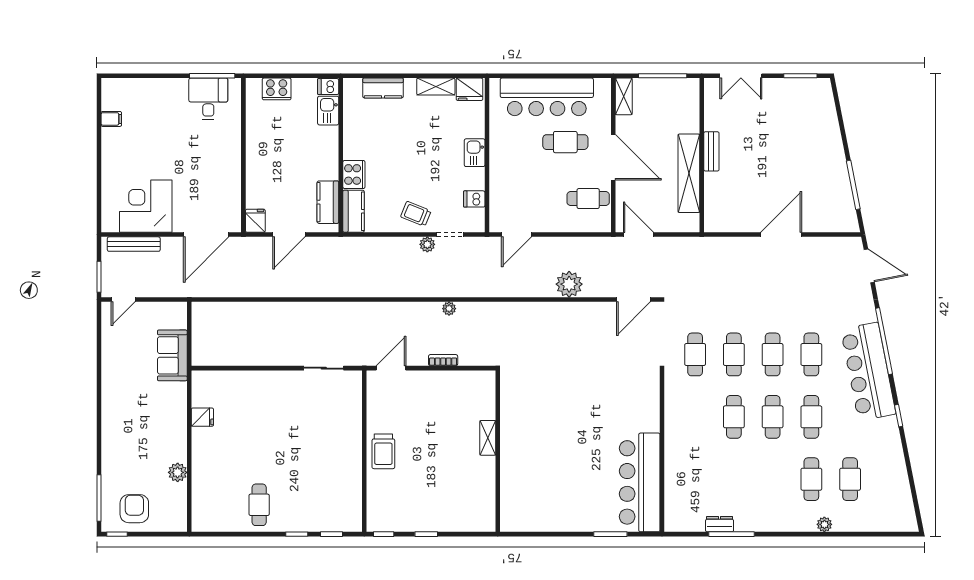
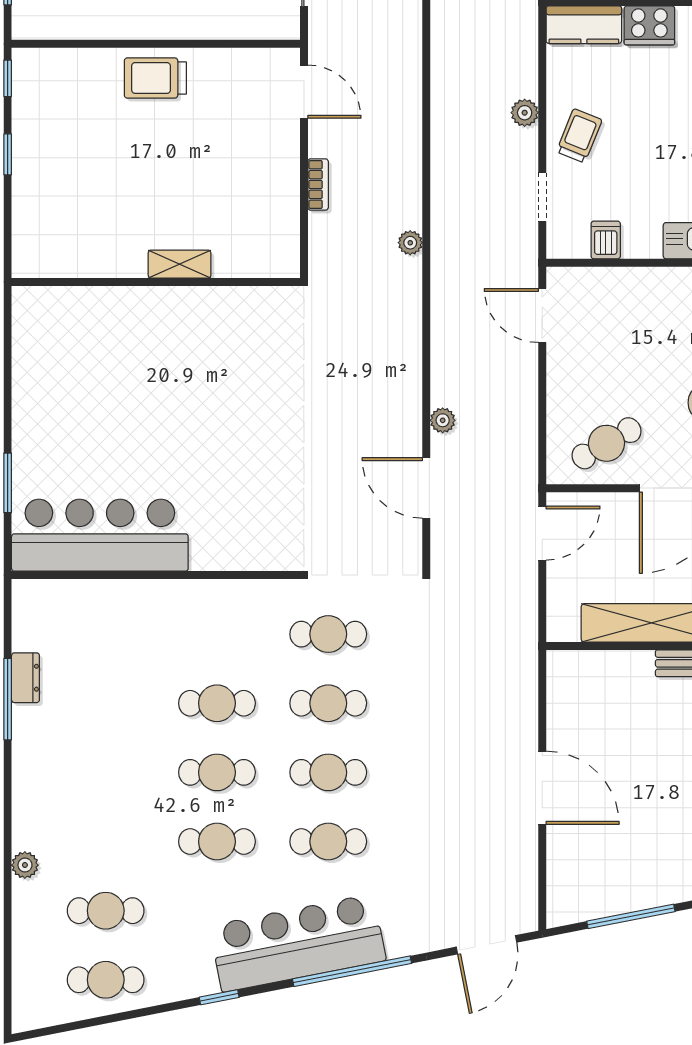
cafe table: (588, 199) -> (606, 443), turned 60
plant: (427, 244) -> (525, 113), moved
plant: (569, 284) -> (443, 420), width x0.53, depth x0.53
door: (633, 300) -> (426, 488), moved
plant: (449, 309) -> (410, 243), moved
cafe table: (811, 479) -> (106, 980), moved

